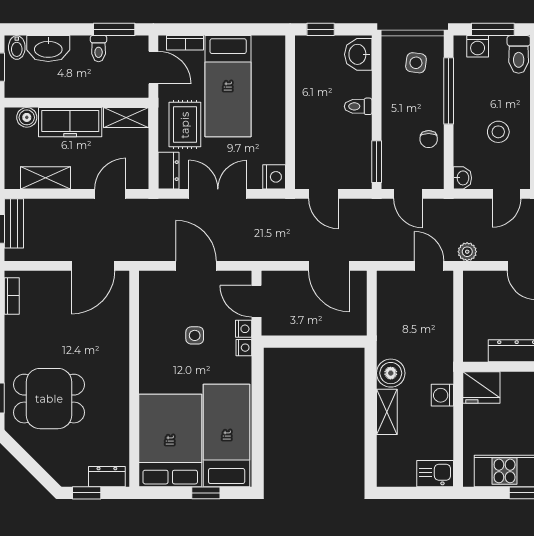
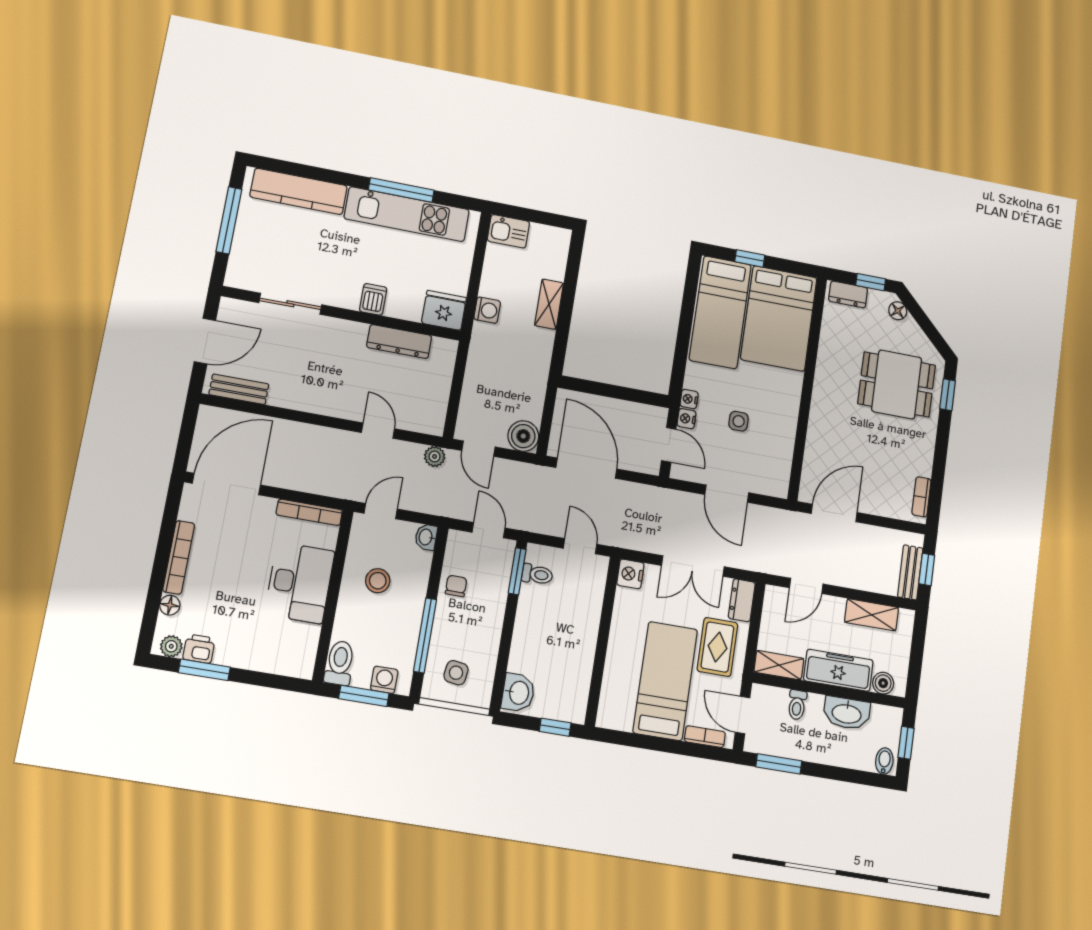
washbasin: (48, 49) -> (847, 713), moved, turned 180
toilet: (99, 49) -> (797, 705), moved, turned 180
toilet: (358, 106) -> (537, 574), moved
door: (329, 266) -> (586, 468), width x1.36
boiler: (391, 373) -> (523, 436), moved
floor lamp: (57, 470) -> (898, 311), added

